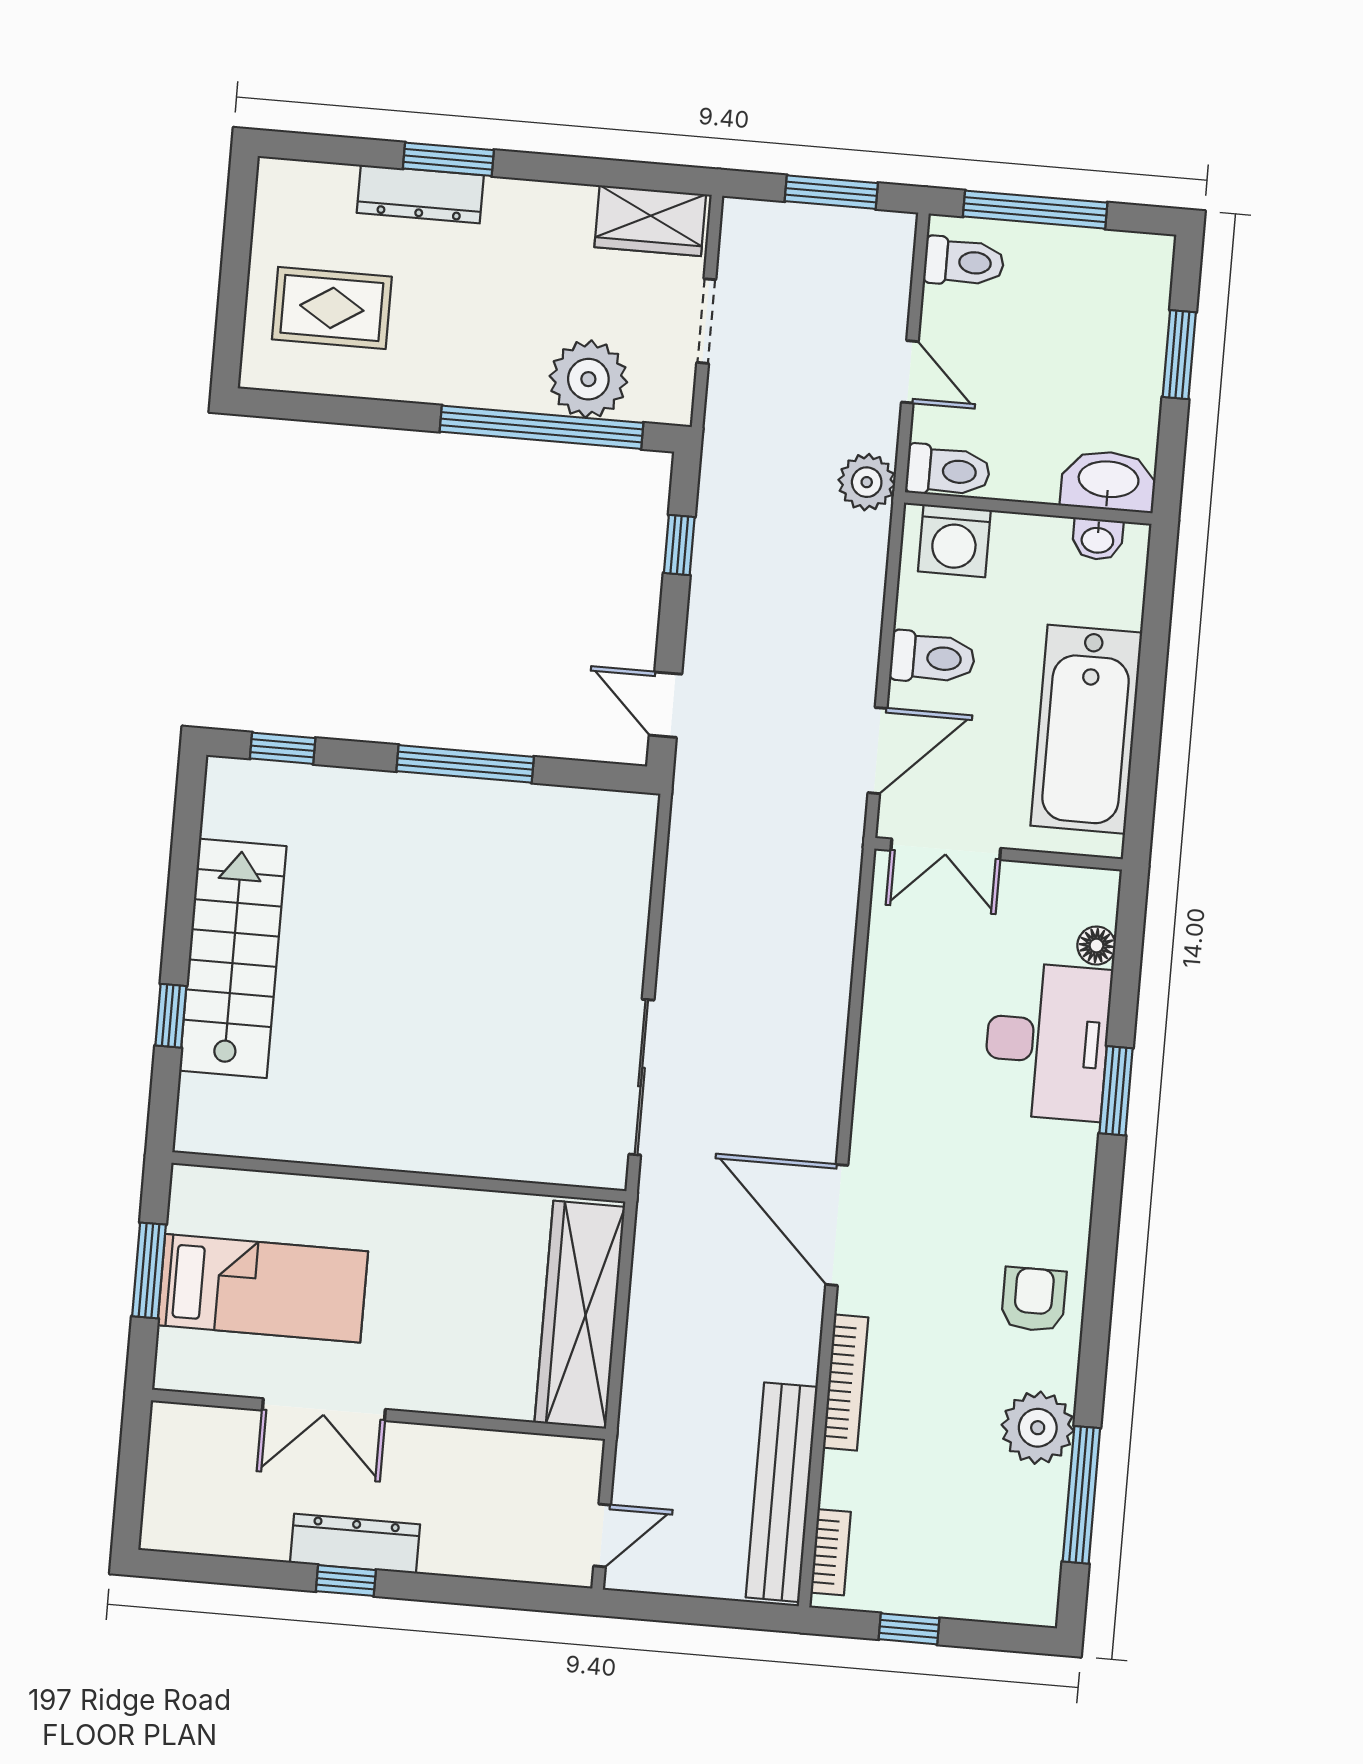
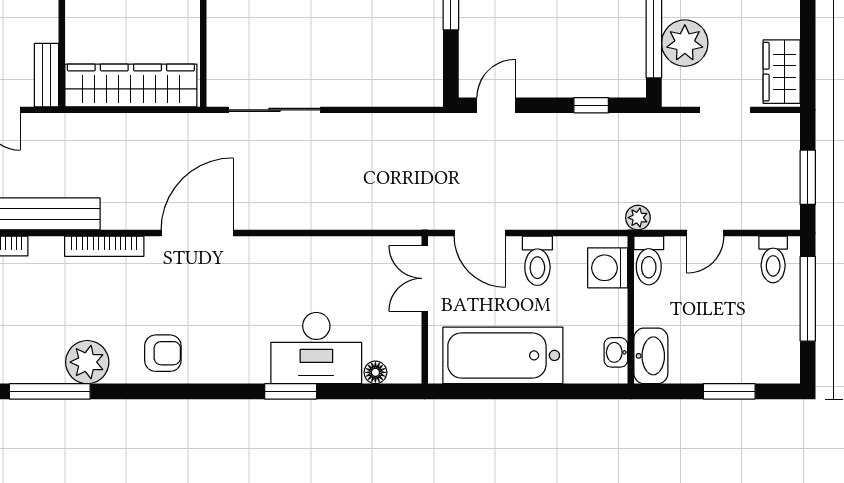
plant: (867, 482) -> (638, 218), width x0.73, depth x0.73
bench: (550, 1455) -> (47, 75), added

